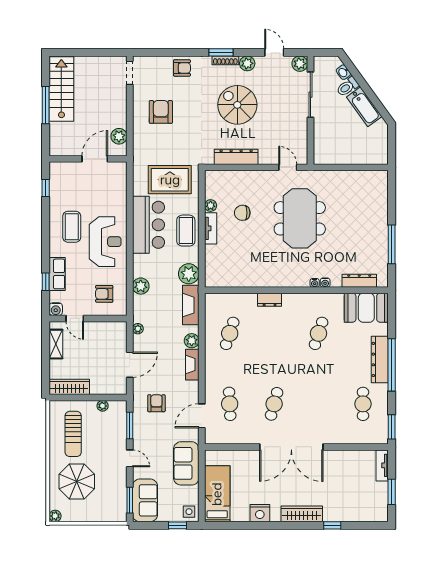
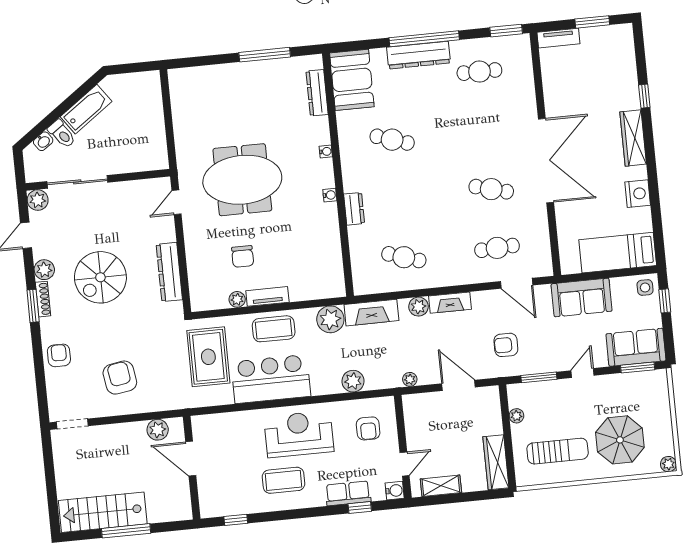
armchair: (161, 112) -> (120, 378), turned 81
water cooler: (325, 283) -> (330, 195), moved

